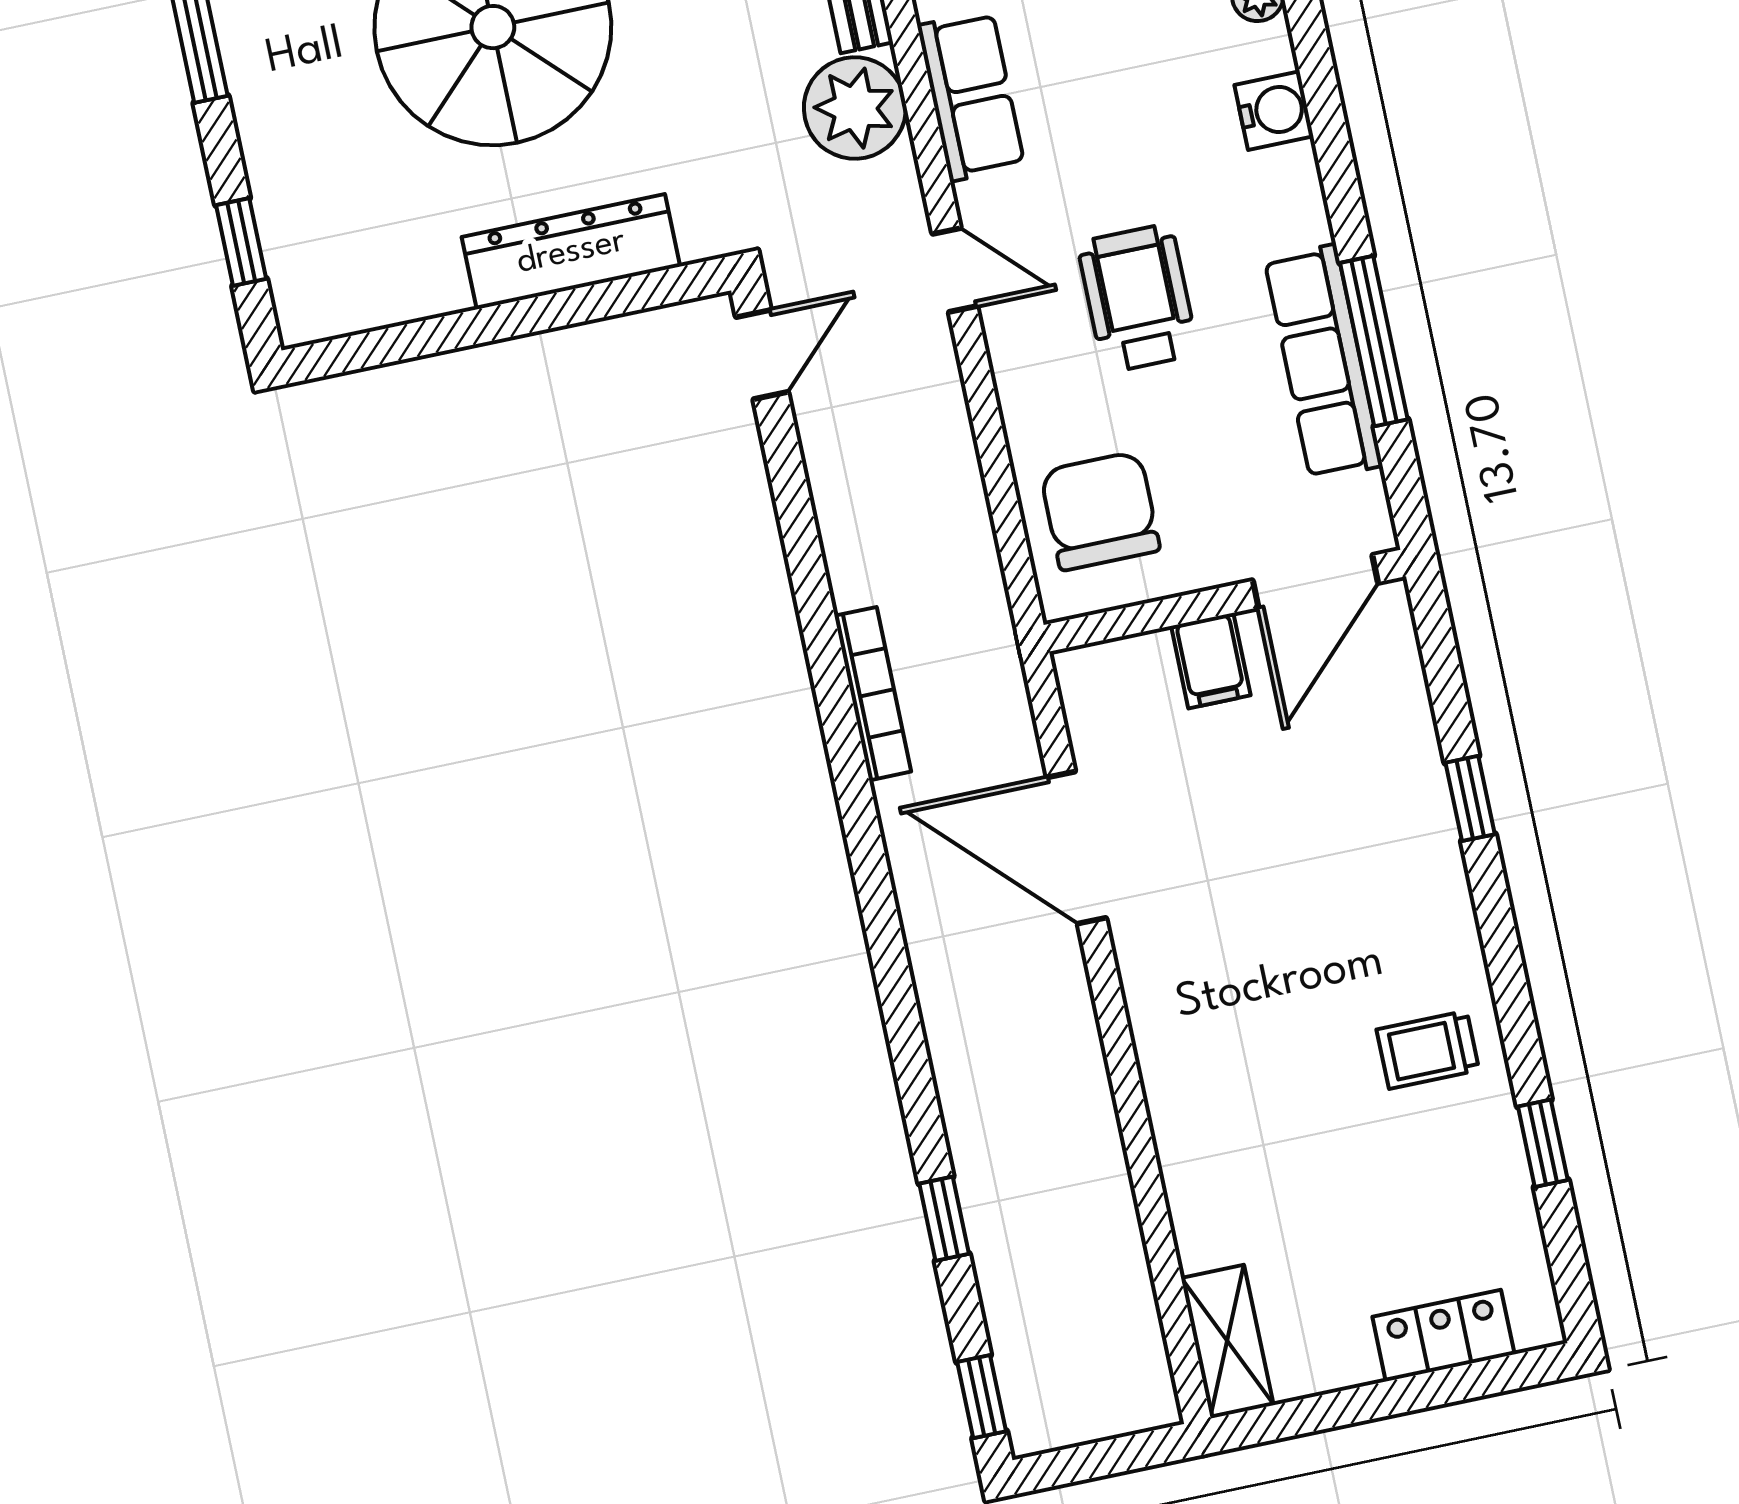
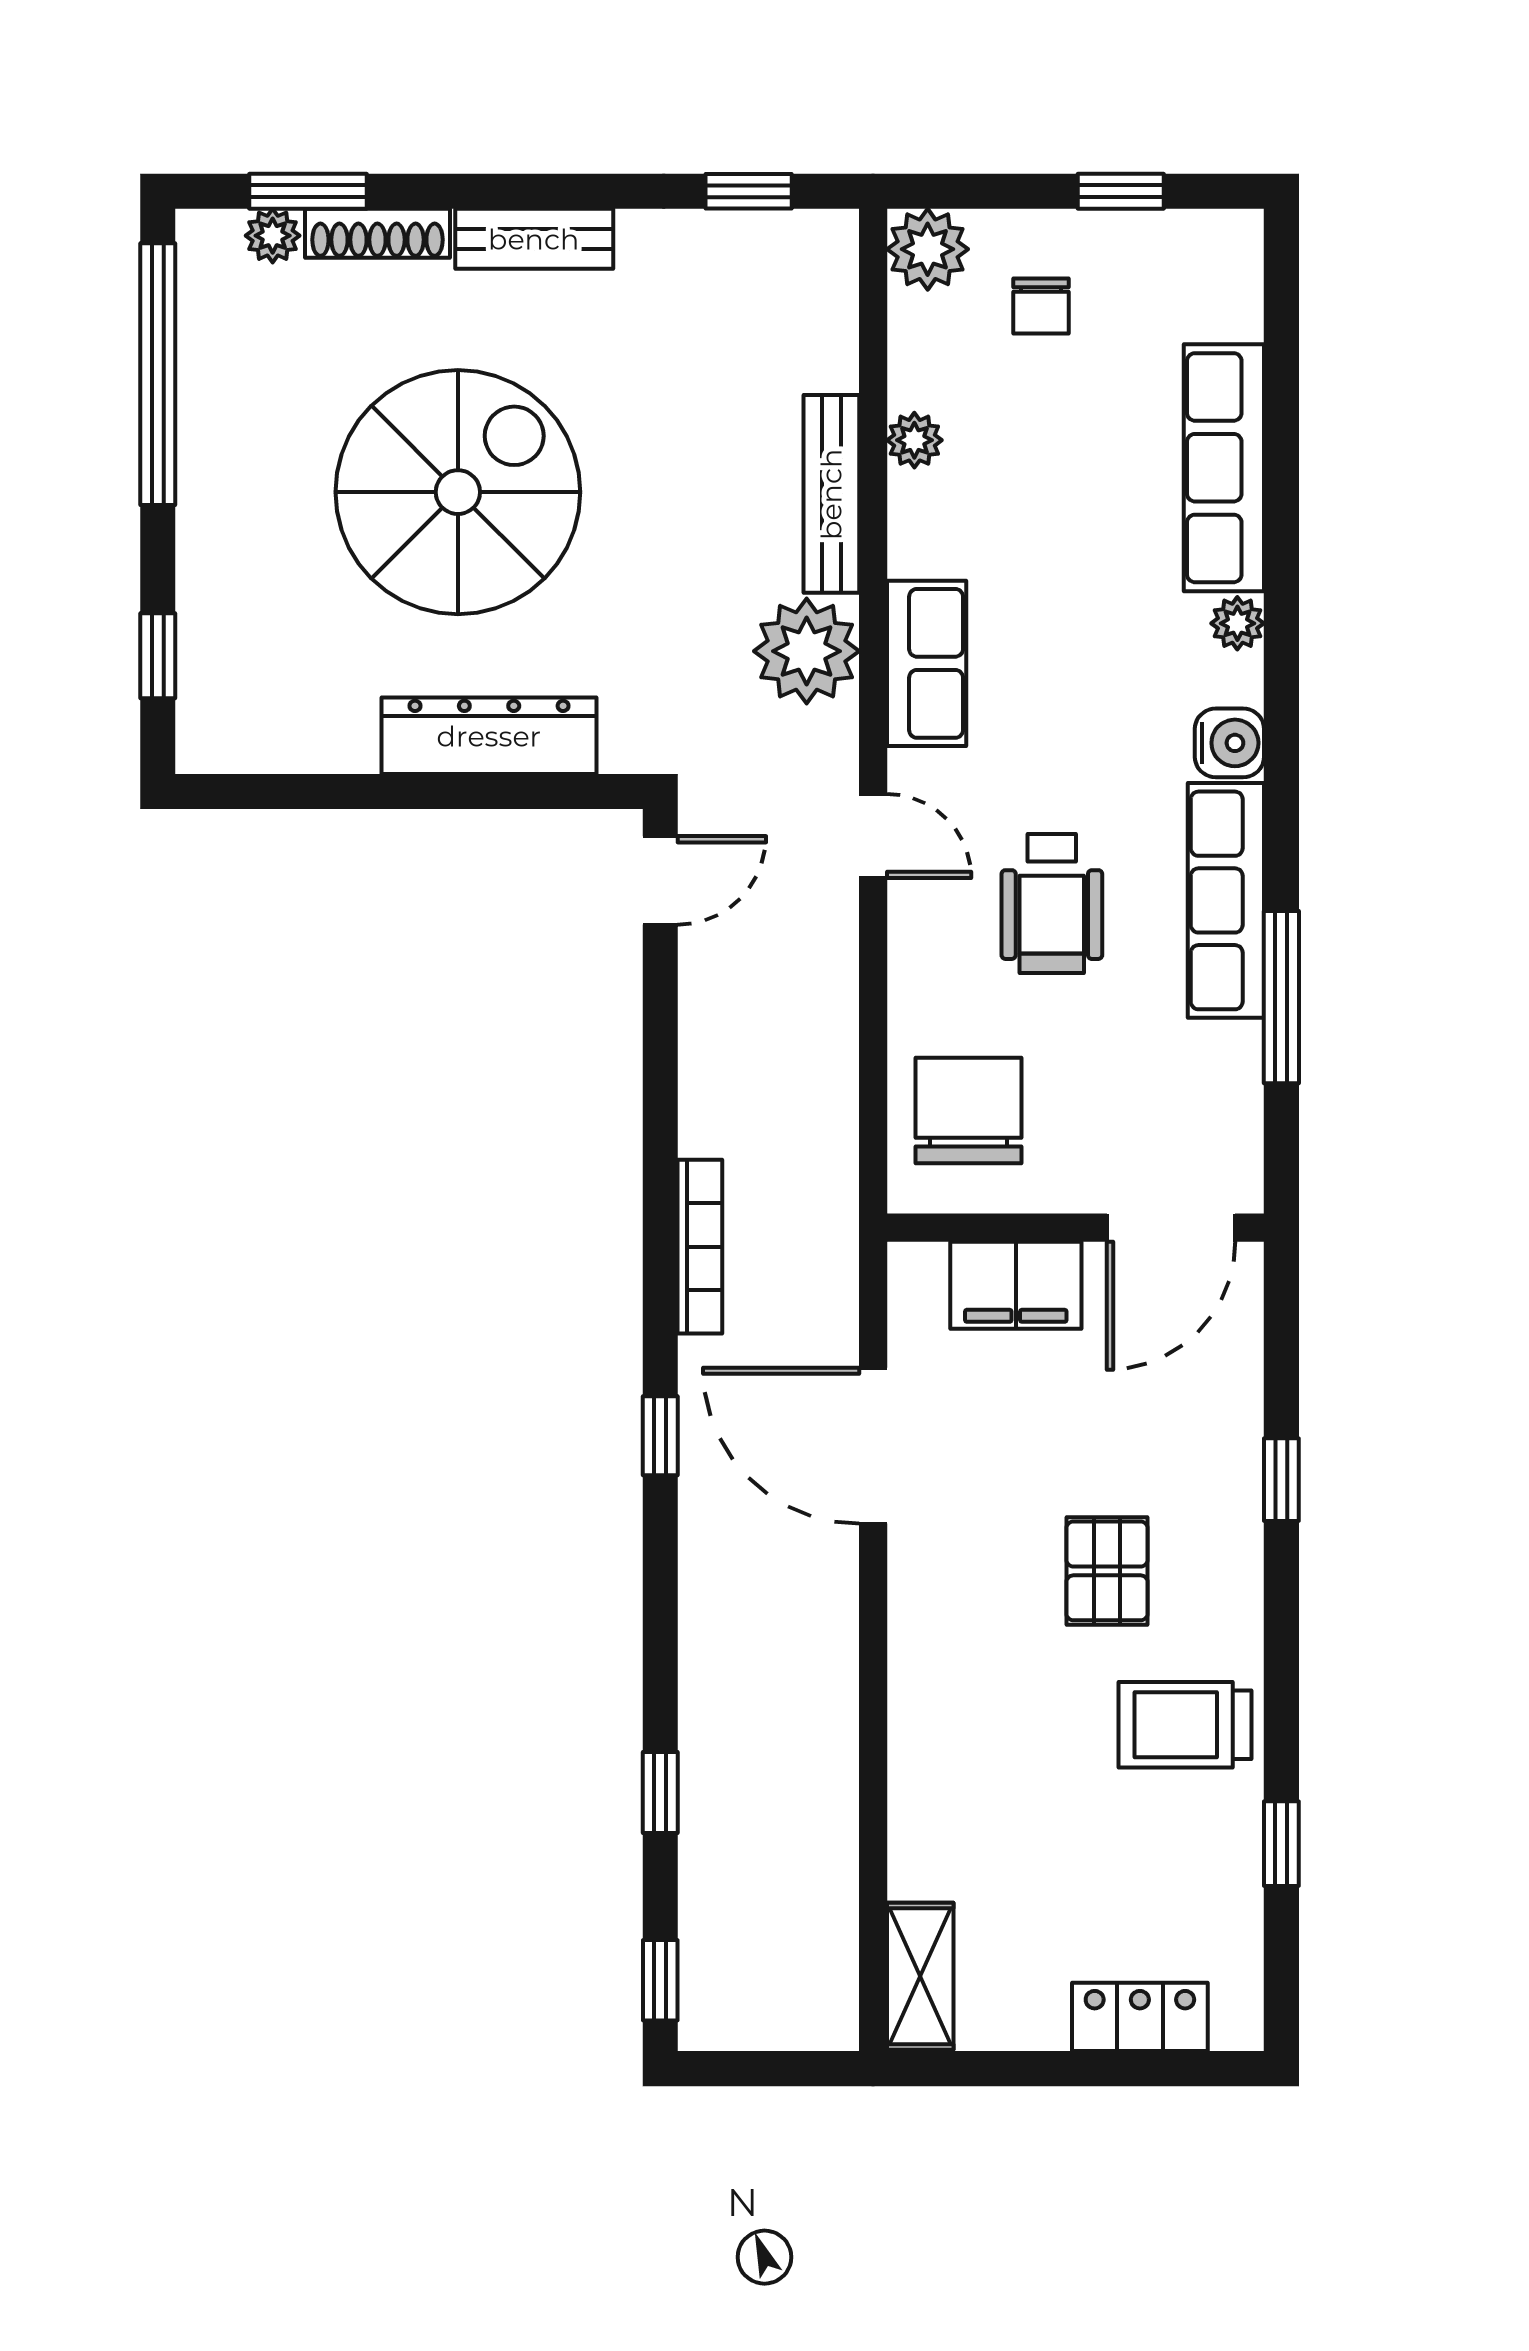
wheelchair: (1138, 298) -> (1052, 903), turned 180
row of seats: (1323, 362) -> (1226, 900), moved
filing cabinet: (1211, 661) -> (1016, 1285), width x2.00
window: (873, 881) -> (660, 1436), added
pallet: (1323, 920) -> (1107, 1571), added
trolley: (1428, 1050) -> (1185, 1725), width x1.36, depth x1.39

